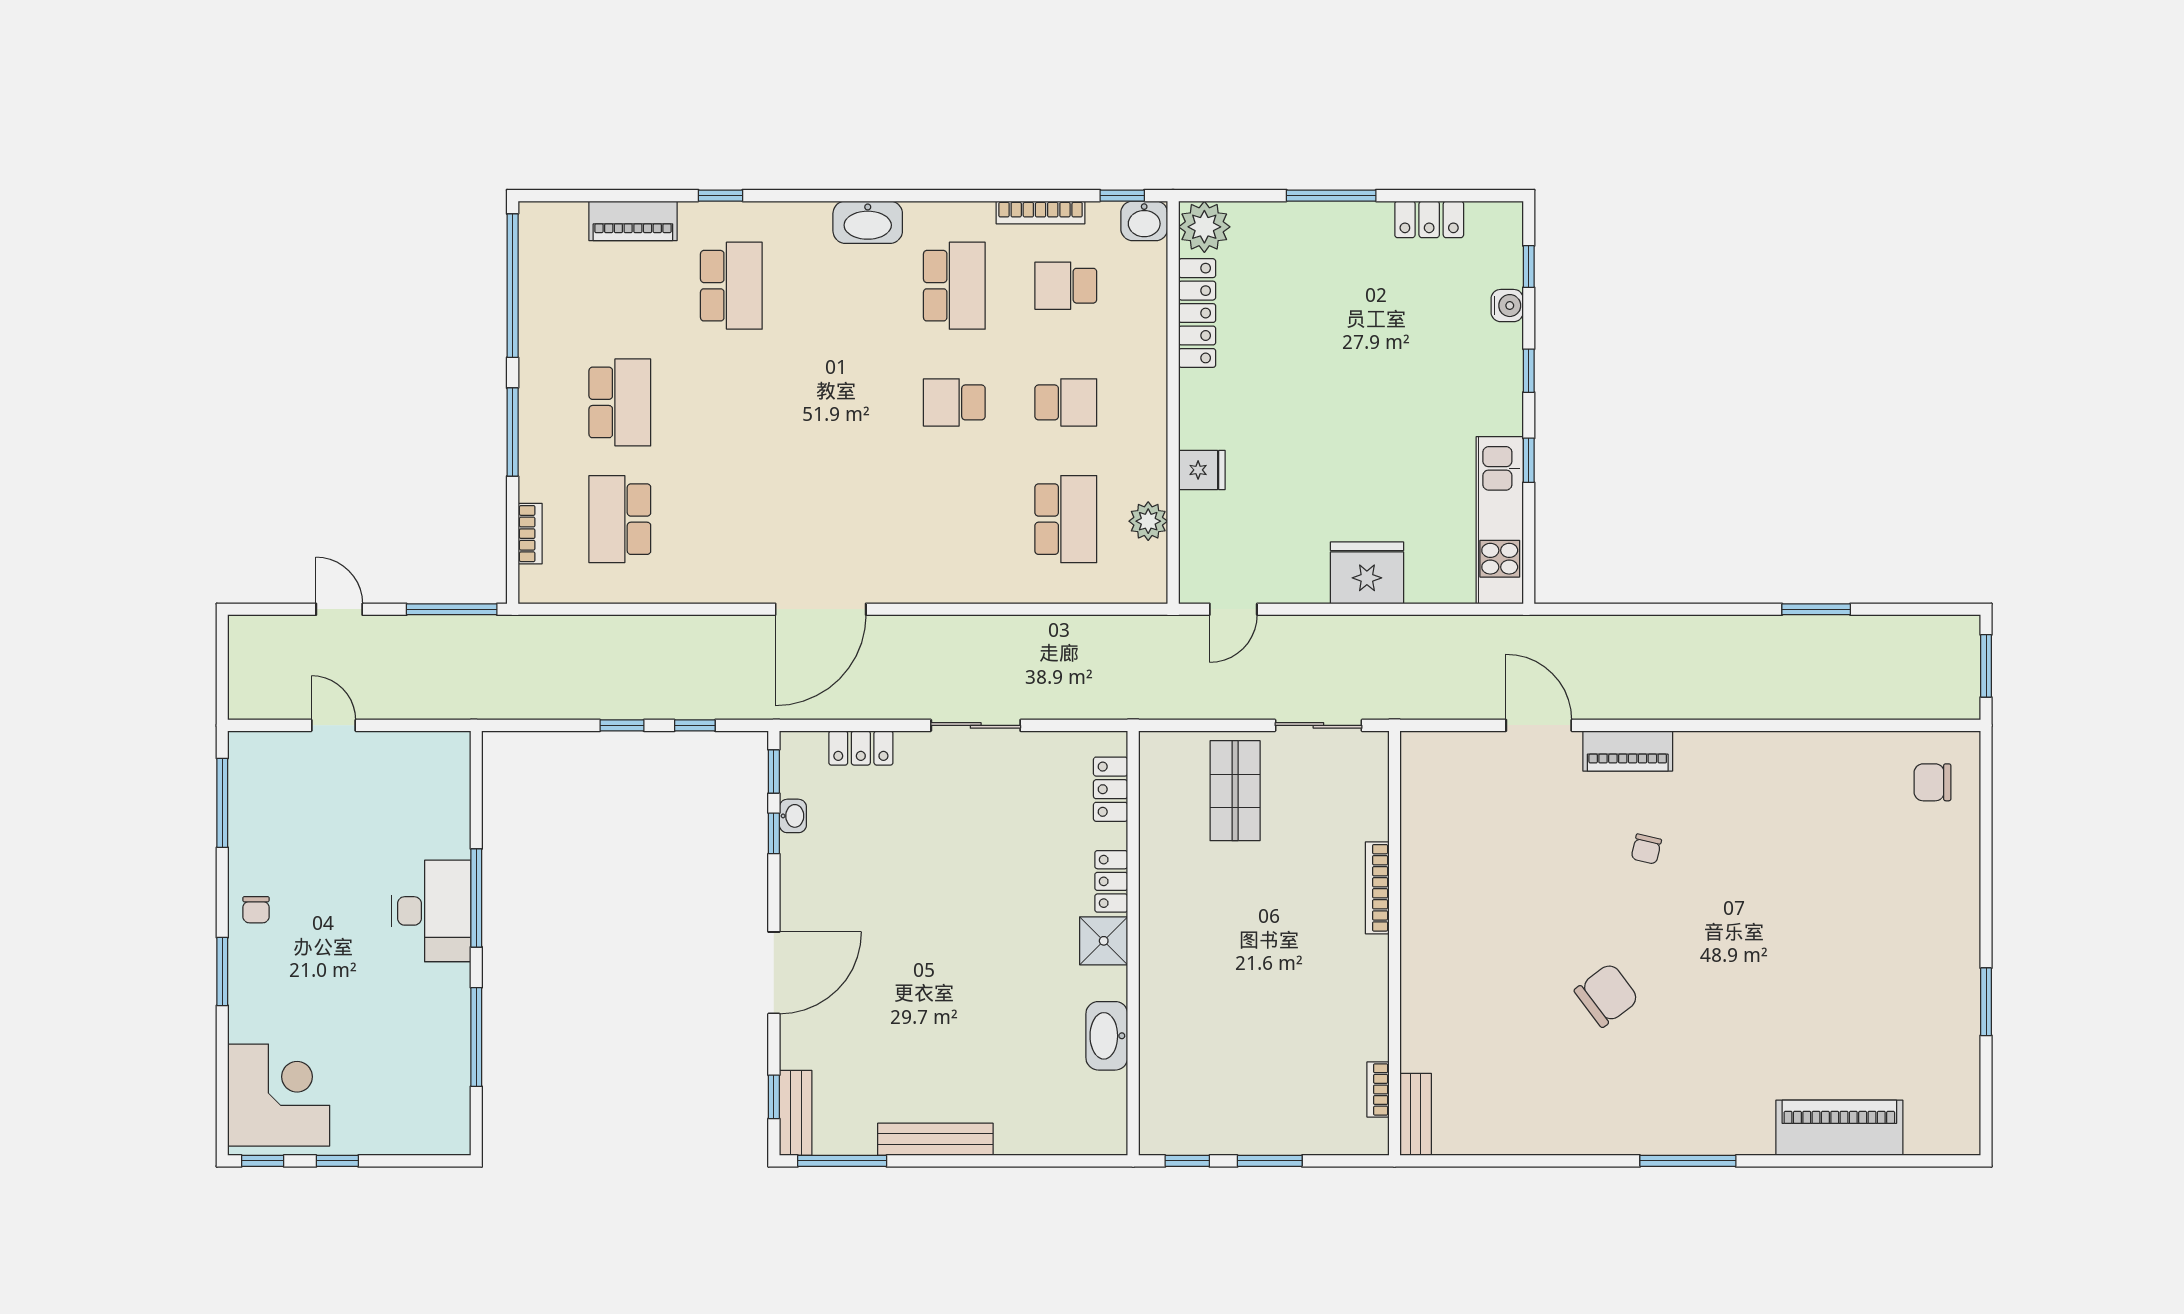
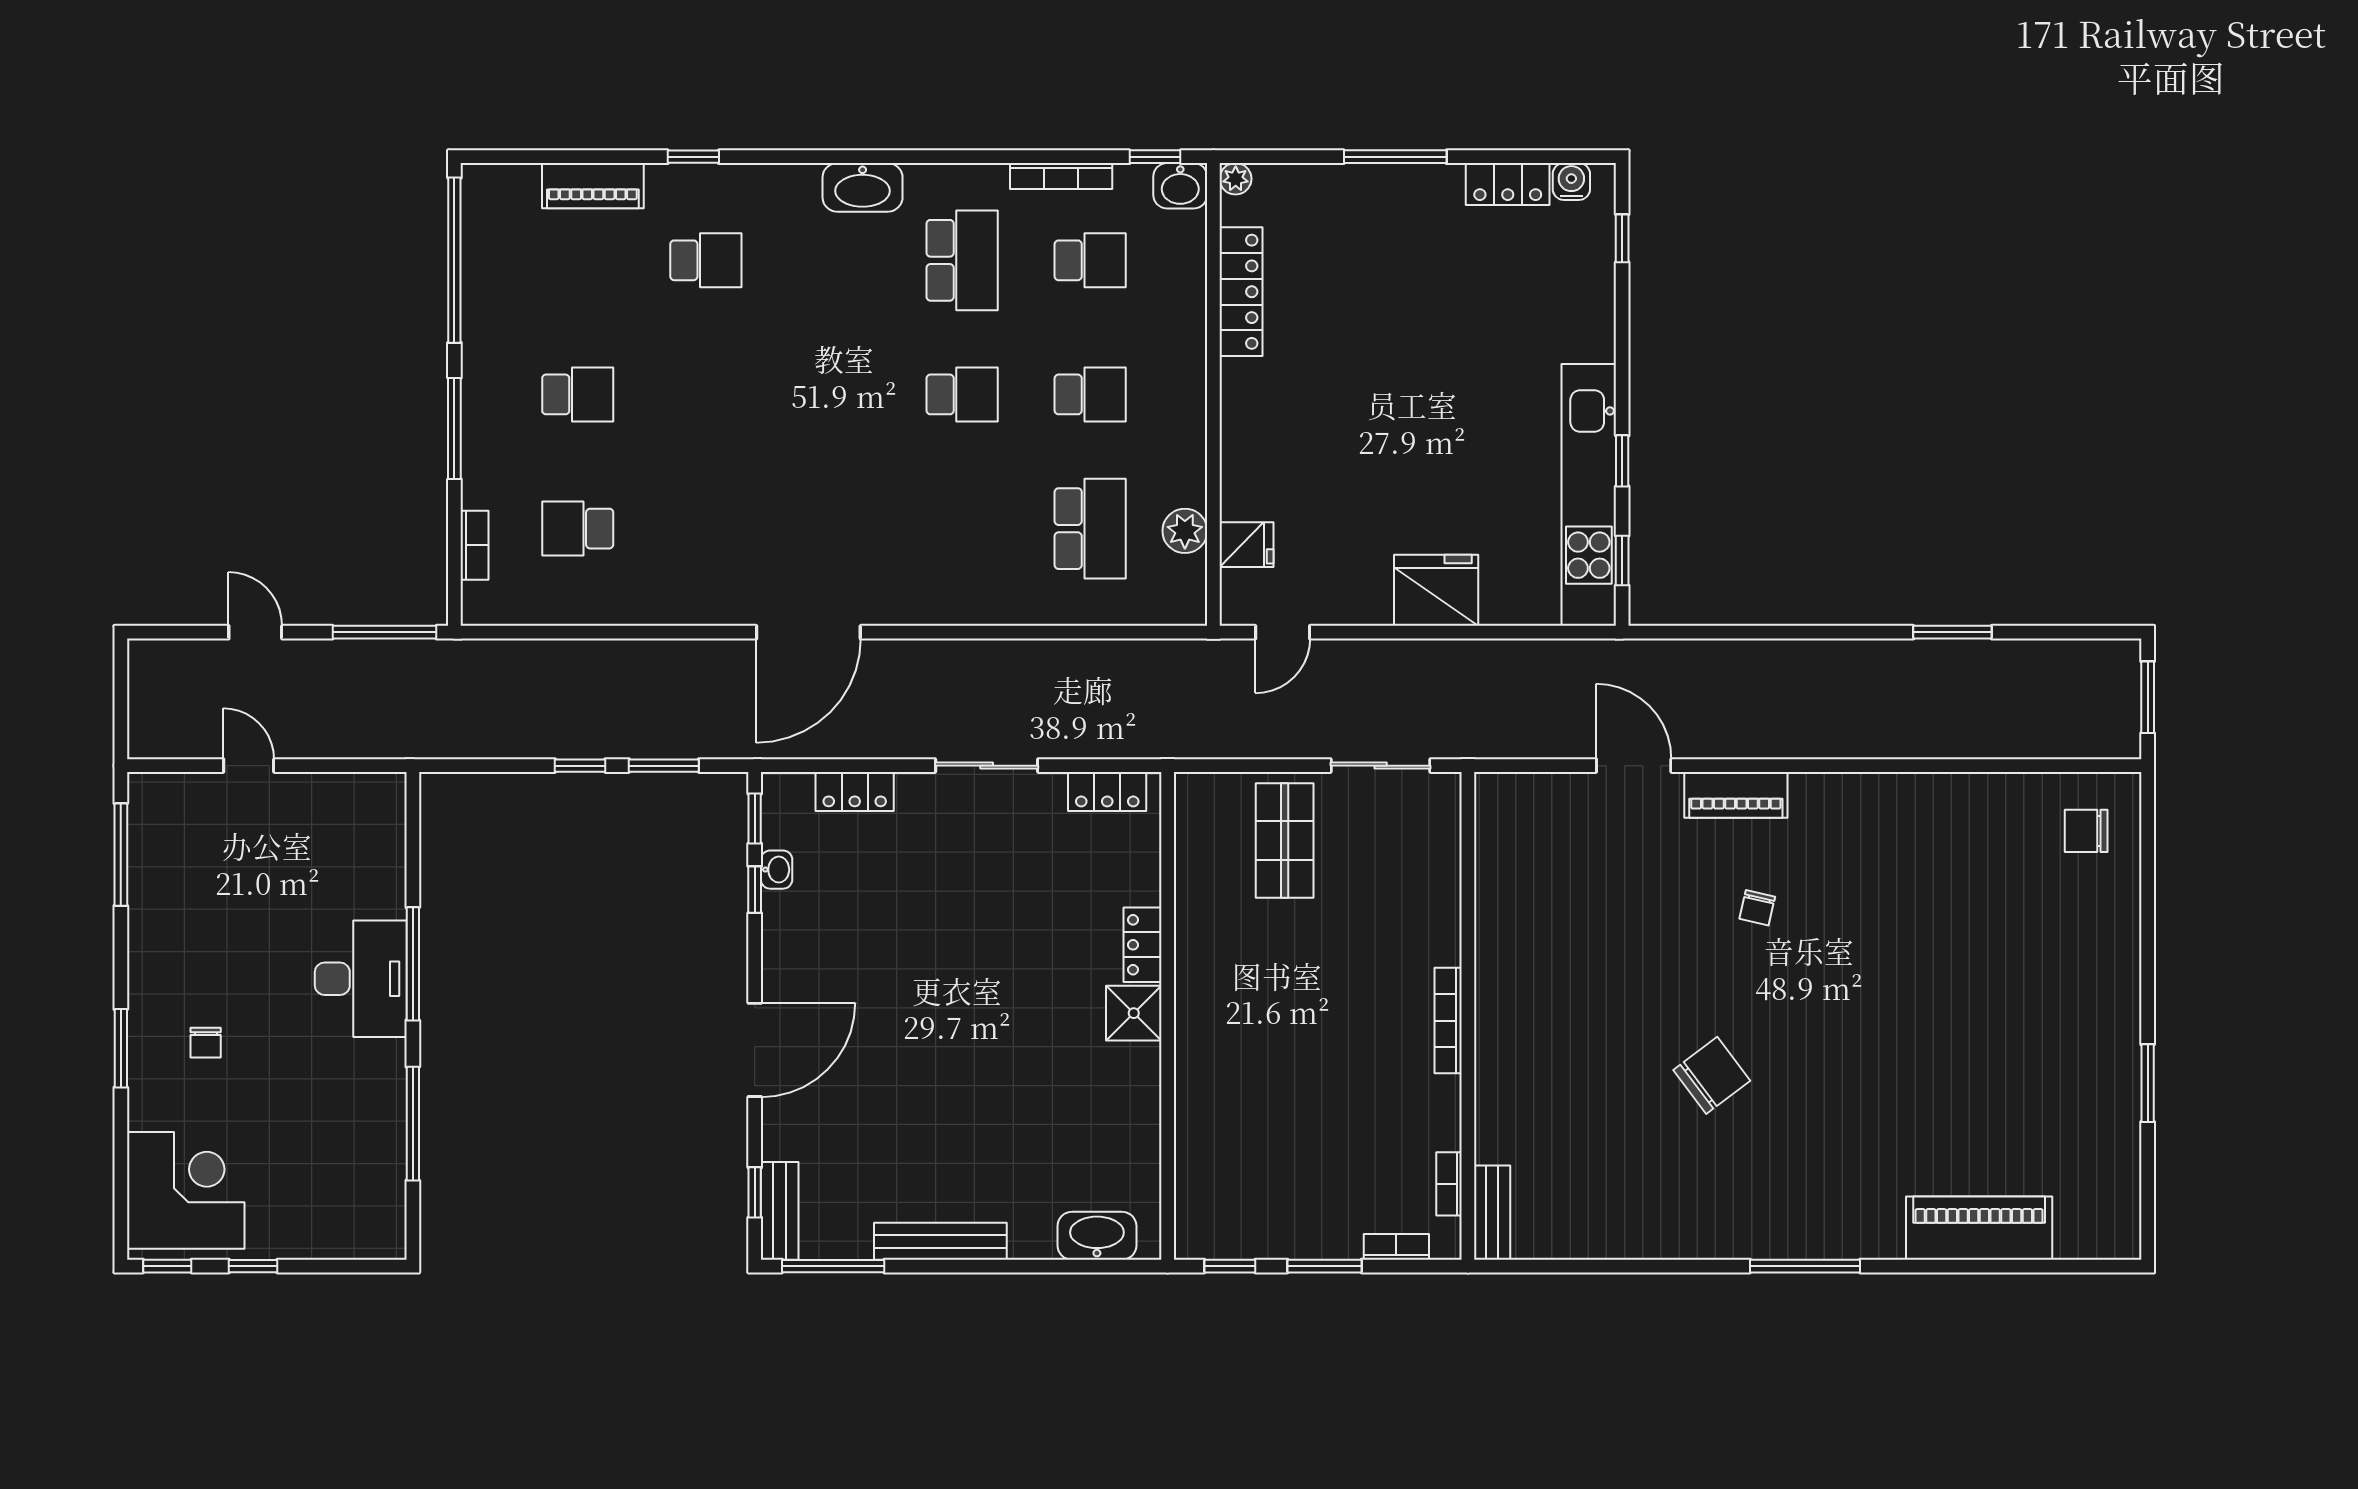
plant: (1204, 227) -> (1236, 179), width x0.53, depth x0.53
school desk: (731, 286) -> (706, 260), width x0.54
school desk: (1066, 286) -> (1090, 260), turned 180
water cooler: (1507, 306) -> (1571, 182), moved, turned -90
window: (1529, 371) -> (1622, 561), moved
school desk: (620, 402) -> (578, 394), width x0.54
school desk: (954, 402) -> (962, 394), turned 180
fridge: (1202, 470) -> (1246, 545), moved
school desk: (620, 519) -> (578, 529), width x0.54
kitchen unit: (1500, 520) -> (1589, 495), width x1.36
window: (695, 725) -> (664, 766), width x1.50
locker: (1111, 789) -> (1107, 792), moved, turned -90
bookcase: (1377, 888) -> (1448, 1021), moved
chair: (256, 910) -> (206, 1043), moved
washbasin: (1107, 1036) -> (1097, 1236), moved, turned 90
bookcase: (1332, 1144) -> (1396, 1247), added

